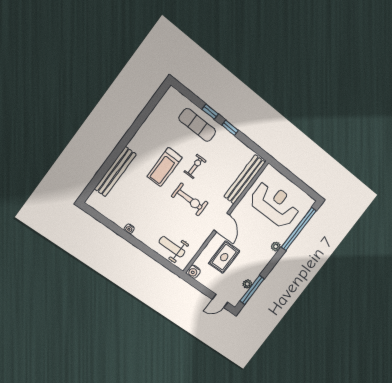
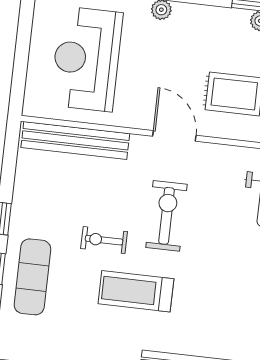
treadmill: (165, 167) -> (136, 291), turned 180
door: (222, 222) -> (174, 136), hinge flipped

